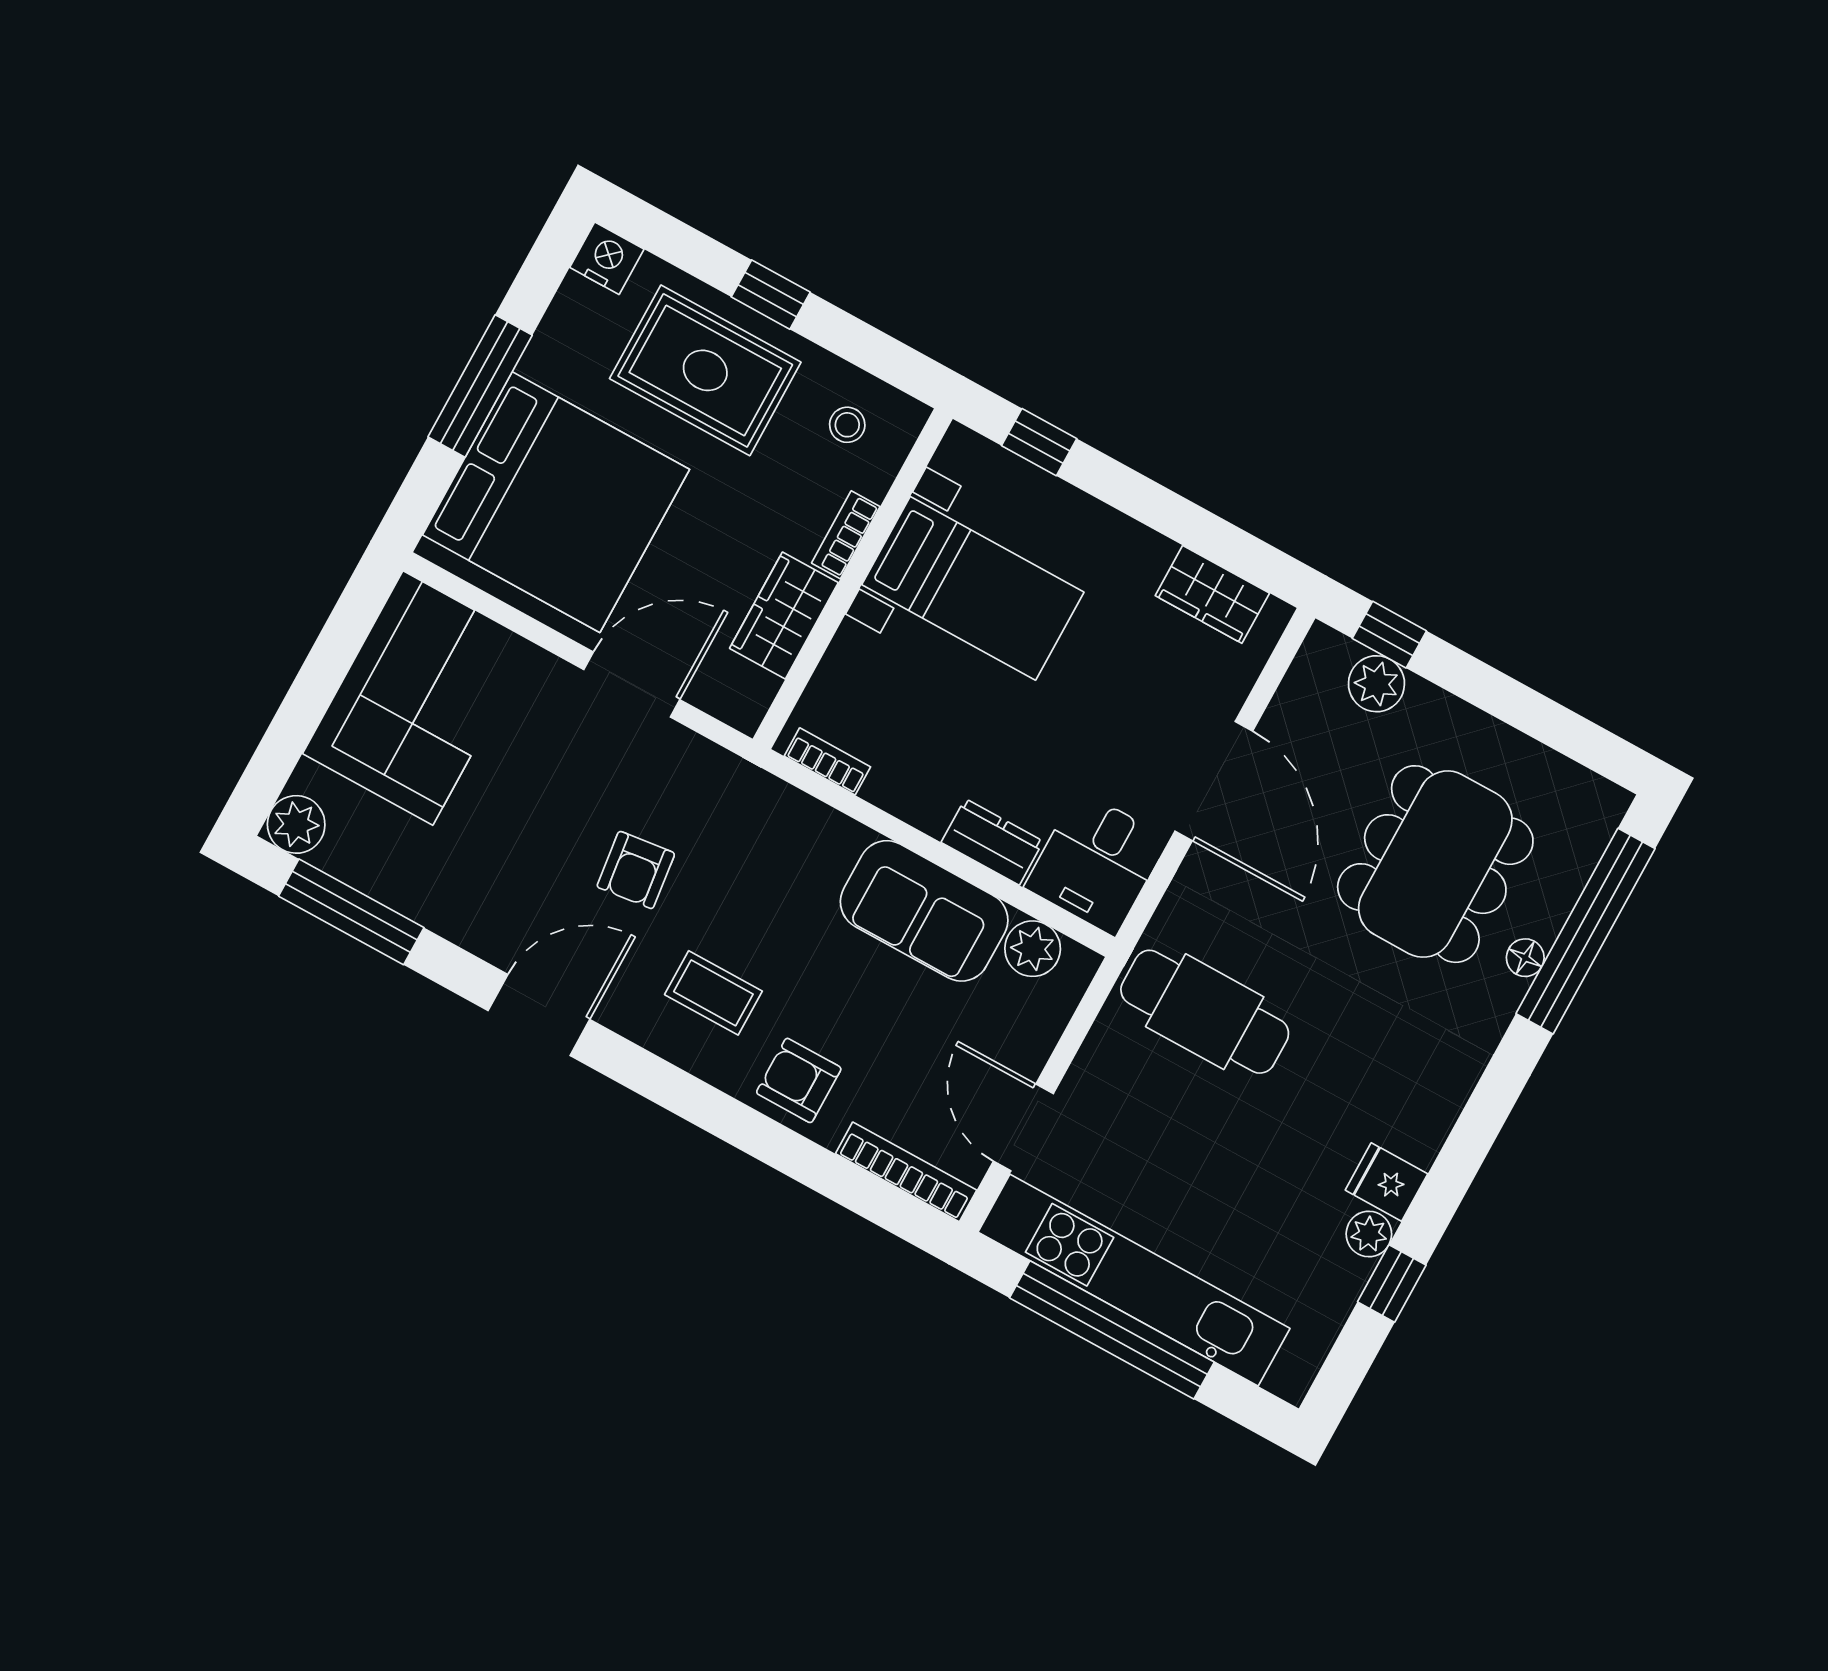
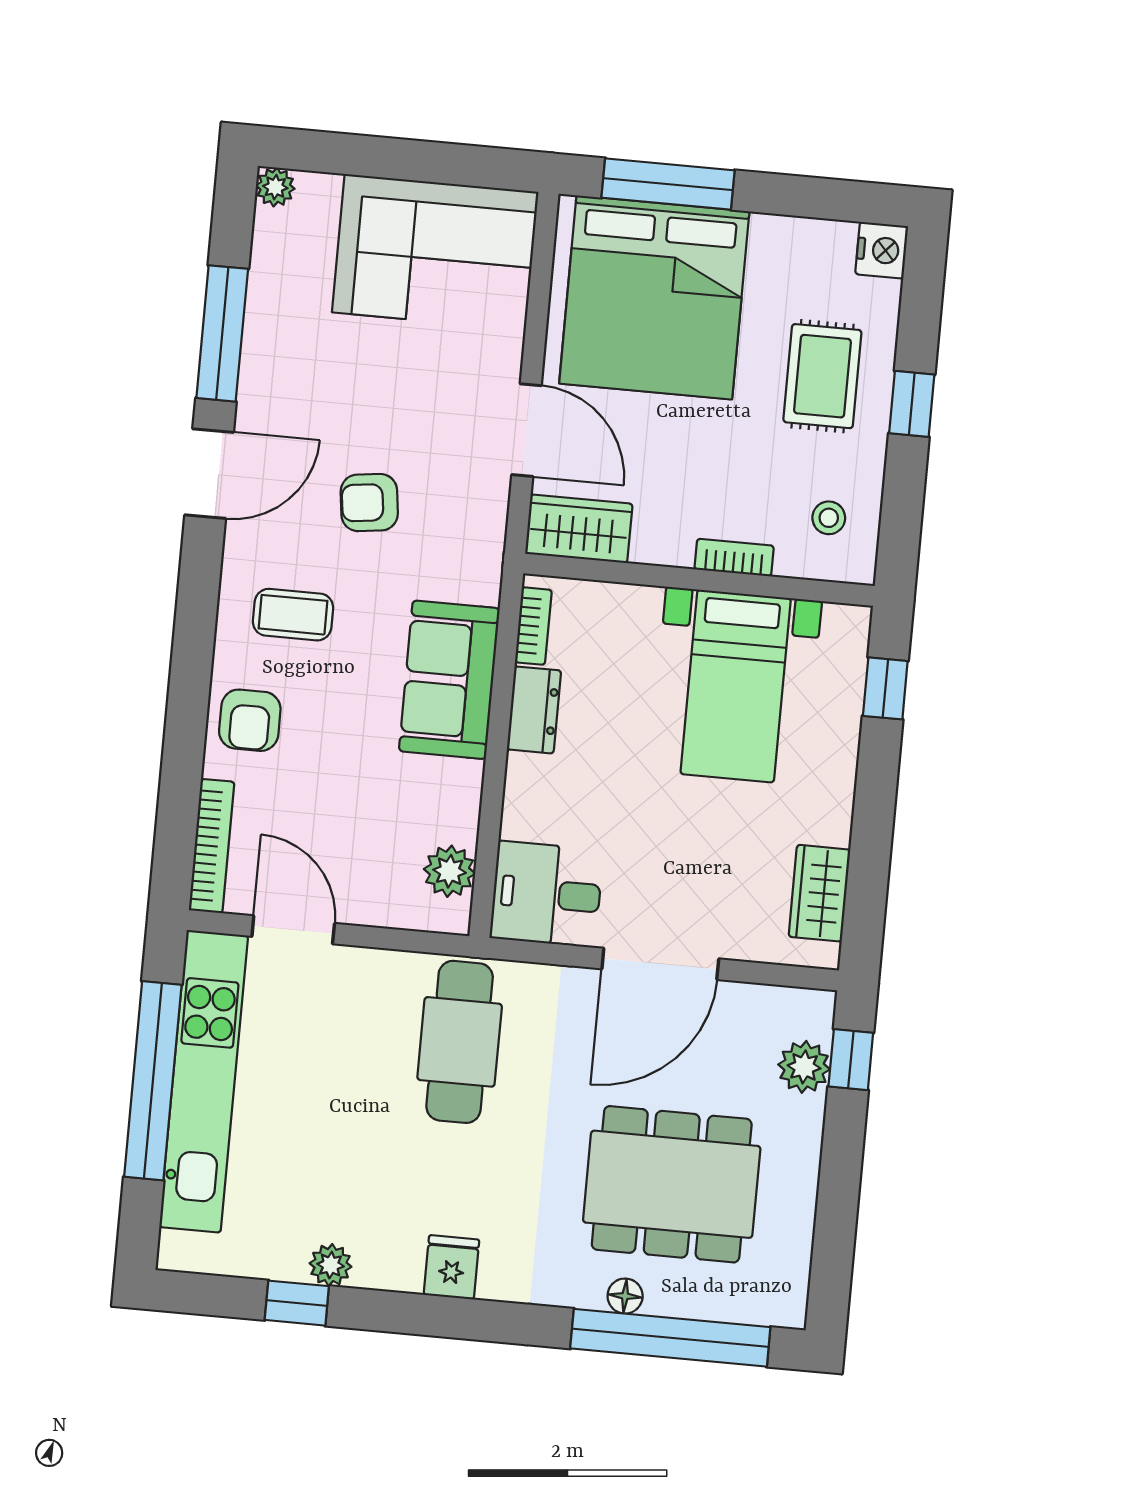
rug: (705, 370) -> (822, 376), width x0.73, depth x0.70
window: (480, 386) -> (668, 184), moved
wardrobe: (784, 615) -> (579, 529), moved
plant: (296, 824) -> (275, 187), width x0.73, depth x0.73
dresser: (992, 842) -> (534, 710), moved
sofa: (924, 911) -> (449, 680), moved
window: (351, 912) -> (222, 333), moved
coffee table: (713, 993) -> (293, 615), turned 90
door: (539, 1015) -> (209, 474), hinge flipped
armchair: (799, 1080) -> (250, 720), turned 180
door: (1023, 1127) -> (293, 930), hinge flipped
fridge: (1386, 1182) -> (452, 1267), moved

